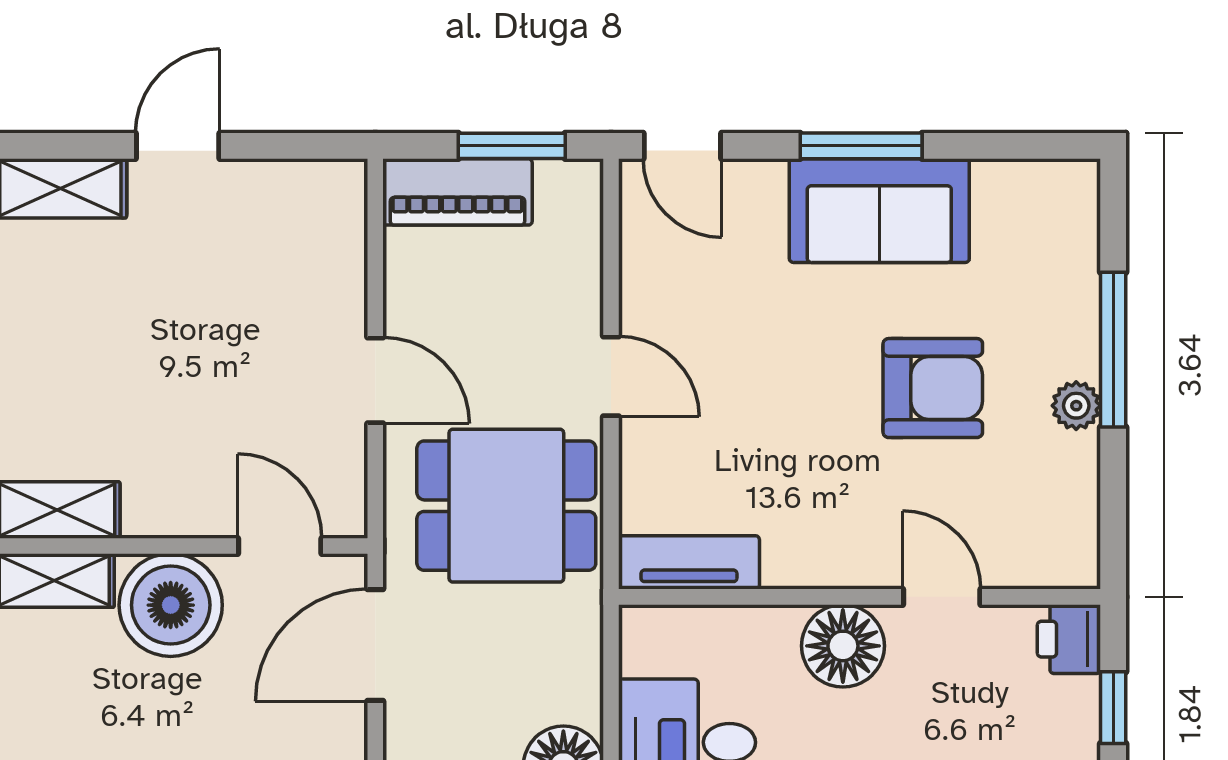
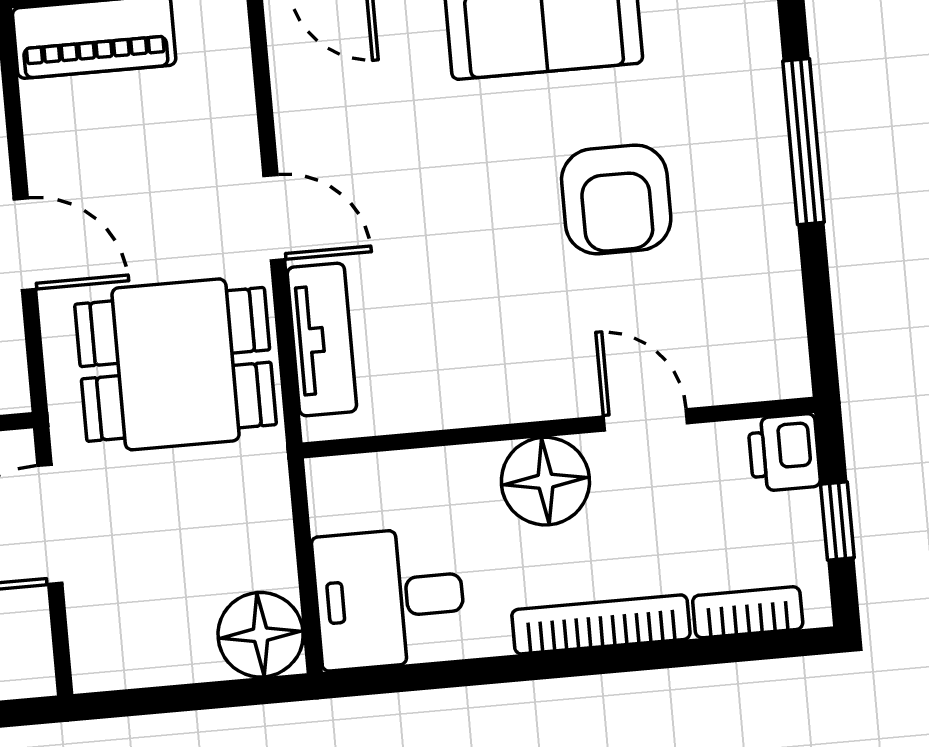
armchair: (933, 388) -> (616, 199), turned 90
plant: (1076, 406) -> (770, 205), removed
tv unit: (689, 562) -> (322, 340), moved, turned 90

